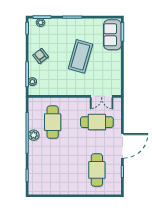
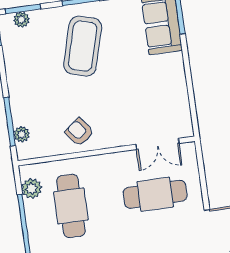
armchair: (41, 56) -> (79, 132), moved
coffee table: (80, 56) -> (83, 46), moved
plant: (34, 135) -> (32, 188), moved

